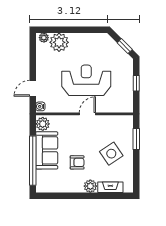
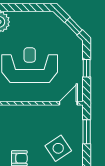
door: (87, 114) -> (68, 103), moved

